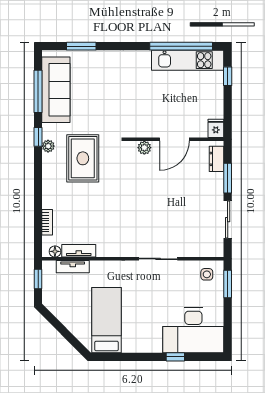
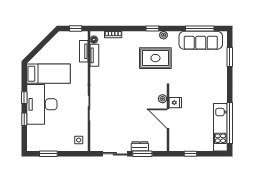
window: (228, 76) -> (191, 154), moved
fridge: (216, 128) -> (175, 103), moved
window: (38, 137) -> (152, 28), moved
dresser: (216, 159) -> (140, 146), moved
window: (228, 284) -> (48, 154), moved
desk: (193, 330) -> (42, 104), moved
window: (143, 357) -> (24, 98), added

